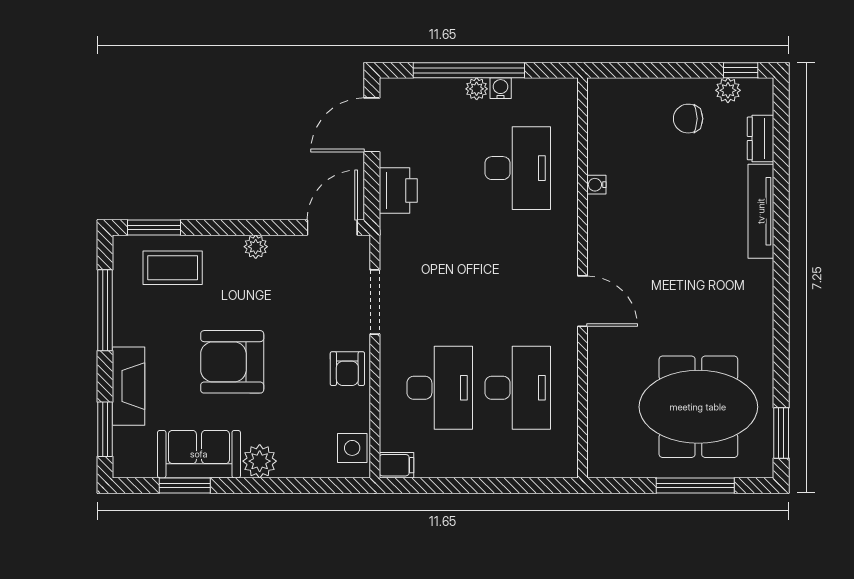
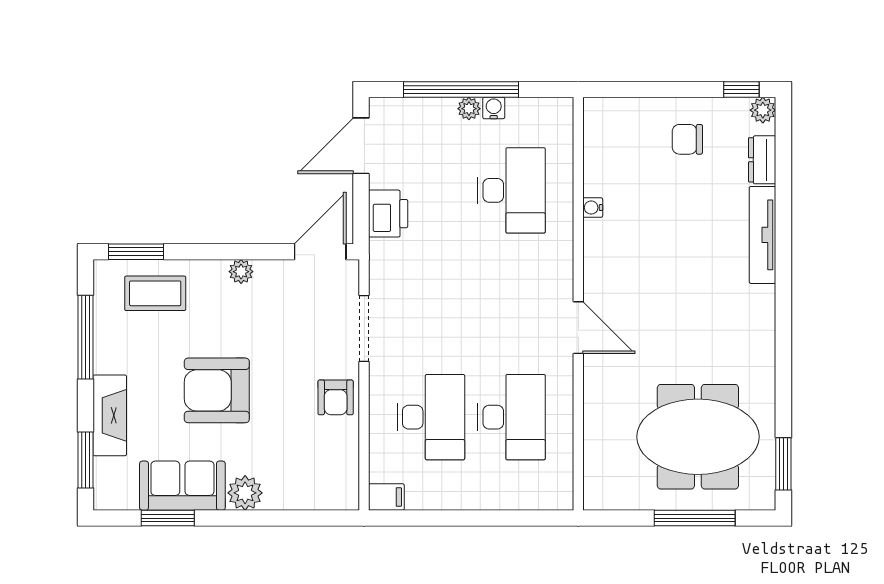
plant: (728, 90) -> (763, 110), moved
side table: (352, 448) -> (341, 479), removed

